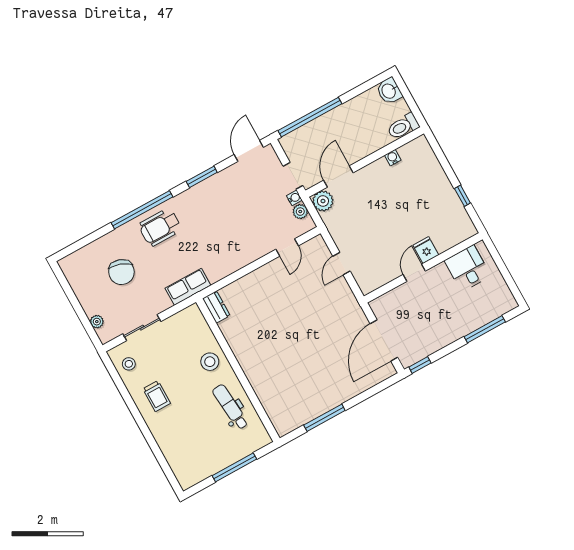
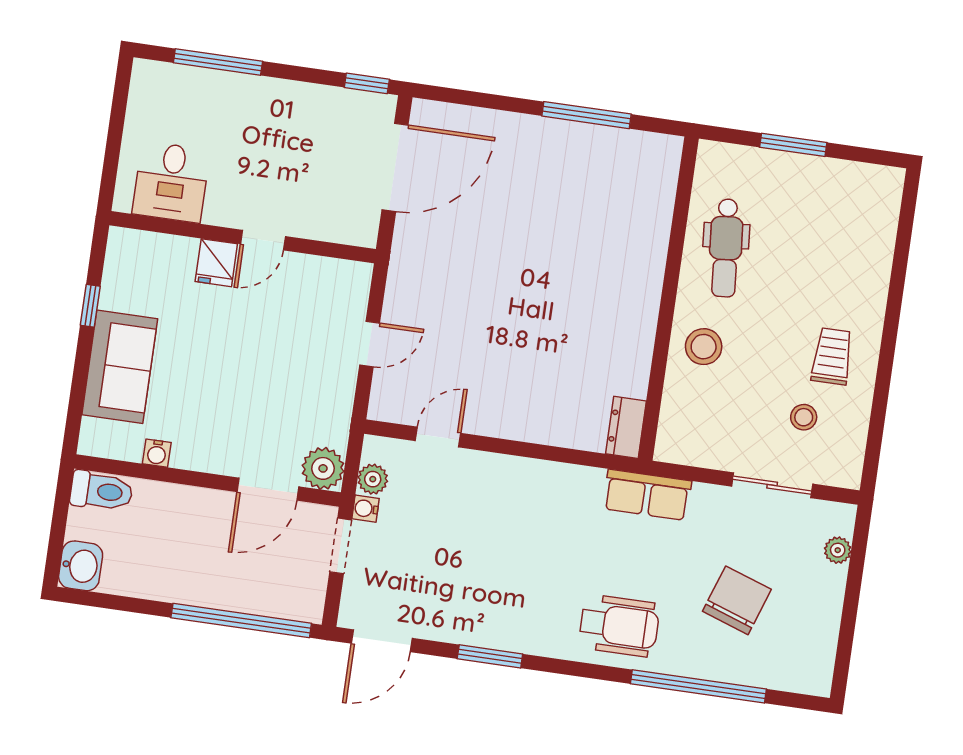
sofa: (433, 181) -> (120, 367), added
window: (142, 210) -> (698, 686), moved
stool: (129, 364) -> (804, 417), moved
window: (234, 467) -> (793, 145), width x0.69

